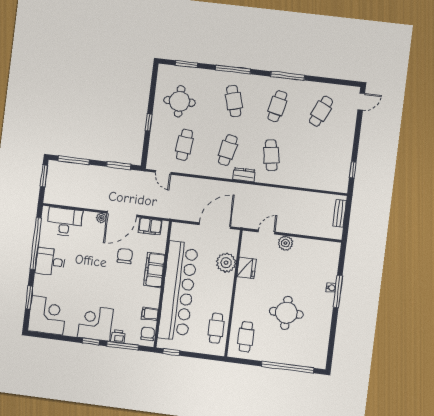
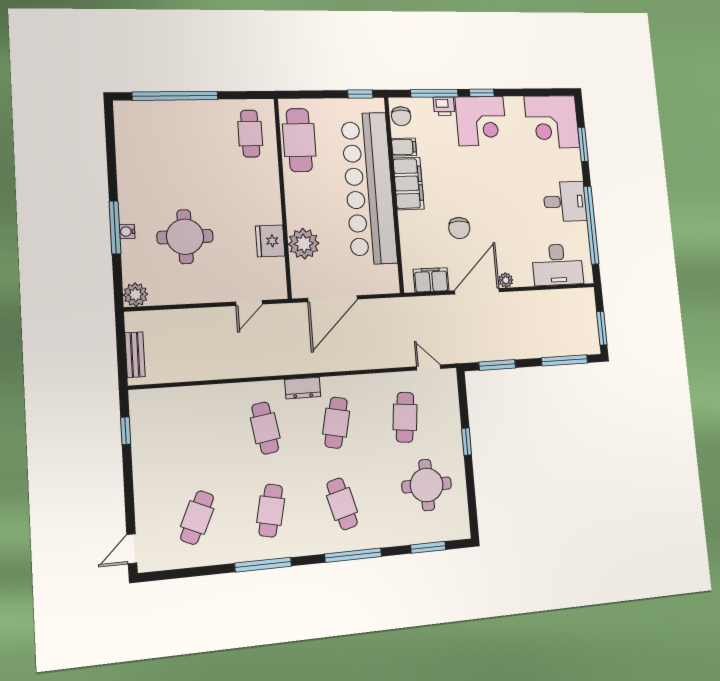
plant: (285, 243) -> (135, 295), moved
filing cabinet: (154, 270) -> (409, 183), moved
round table: (286, 313) -> (185, 237), moved
cafe table: (216, 328) -> (299, 140), width x1.37, depth x1.35

